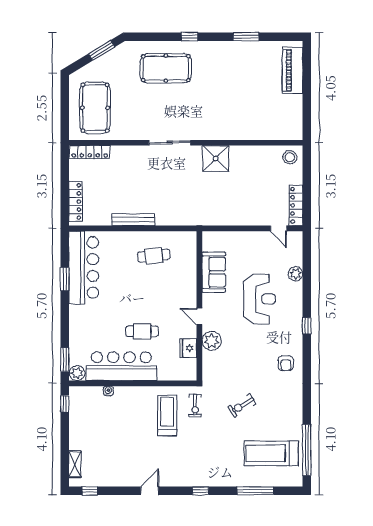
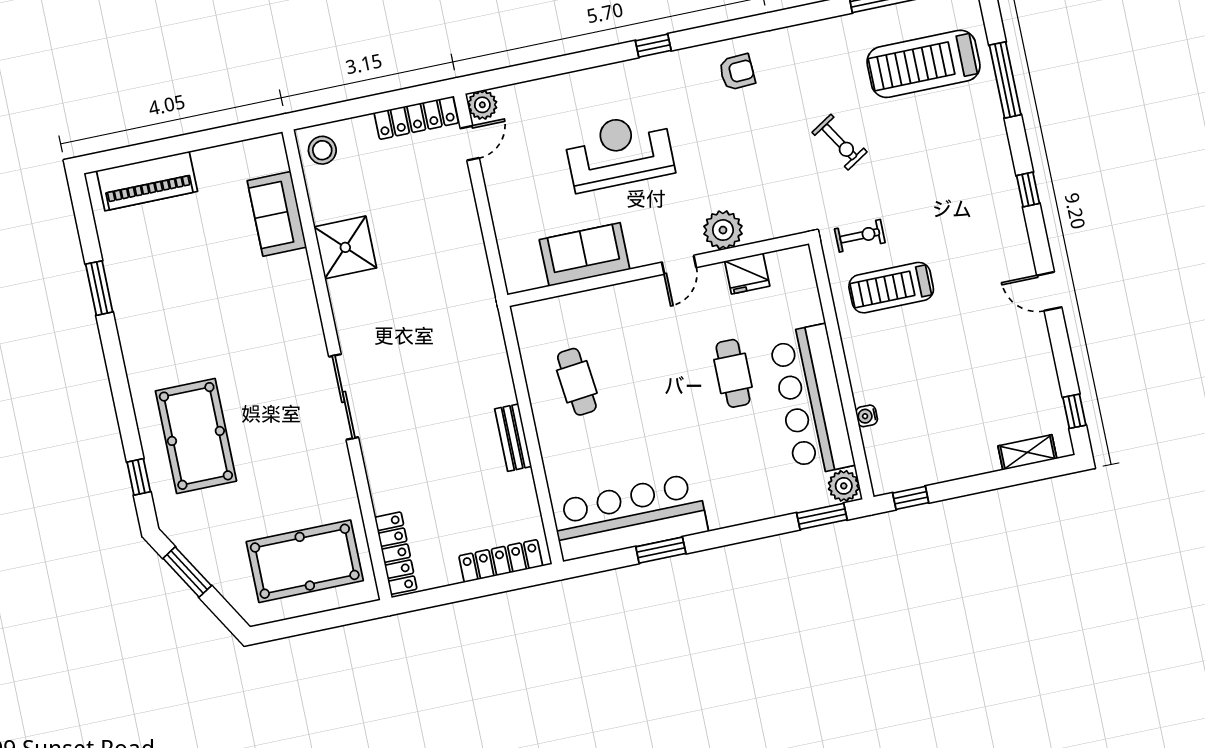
window: (189, 37) -> (139, 477), moved
sofa: (264, 129) -> (277, 214), added
shower: (216, 158) -> (345, 247), moved
bench: (133, 220) -> (513, 438), width x0.73
plant: (296, 274) -> (482, 105), moved
treadmill: (271, 453) -> (923, 64), turned 90

